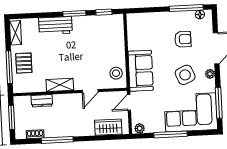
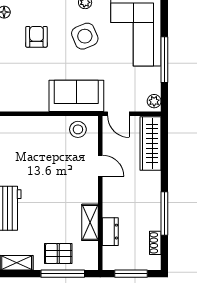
shelving: (60, 85) -> (90, 222), moved
wardrobe: (108, 127) -> (150, 143), width x1.50

